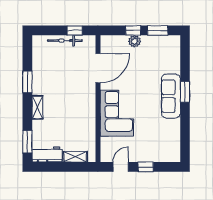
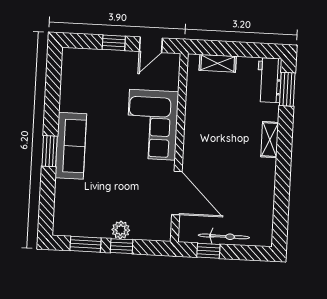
door: (98, 68) -> (177, 193), swing flipped
window: (27, 82) -> (283, 178), removed
workbench: (47, 154) -> (269, 80), moved, turned 90

